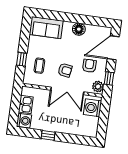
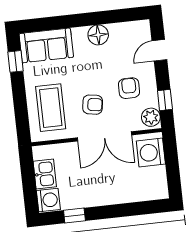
door: (113, 48) -> (159, 50), width x0.53
window: (22, 59) -> (16, 61), moved
coffee table: (39, 66) -> (51, 108), width x1.86, depth x1.72
window: (48, 135) -> (74, 215), moved

